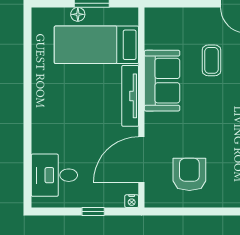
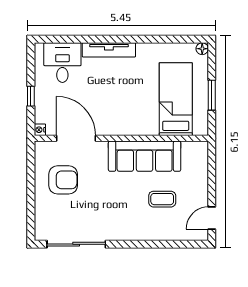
floor lamp: (78, 14) -> (202, 49), moved
sofa: (162, 81) -> (145, 156), width x1.36
tv unit: (130, 96) -> (109, 50), moved, turned 180

